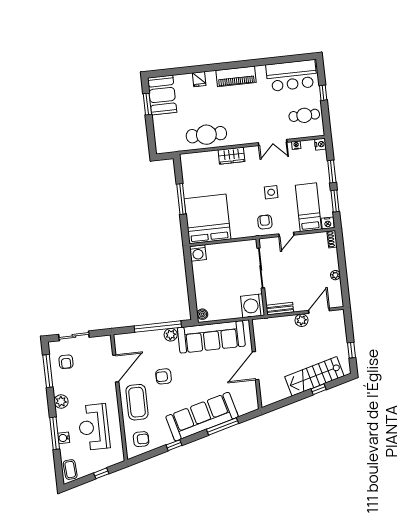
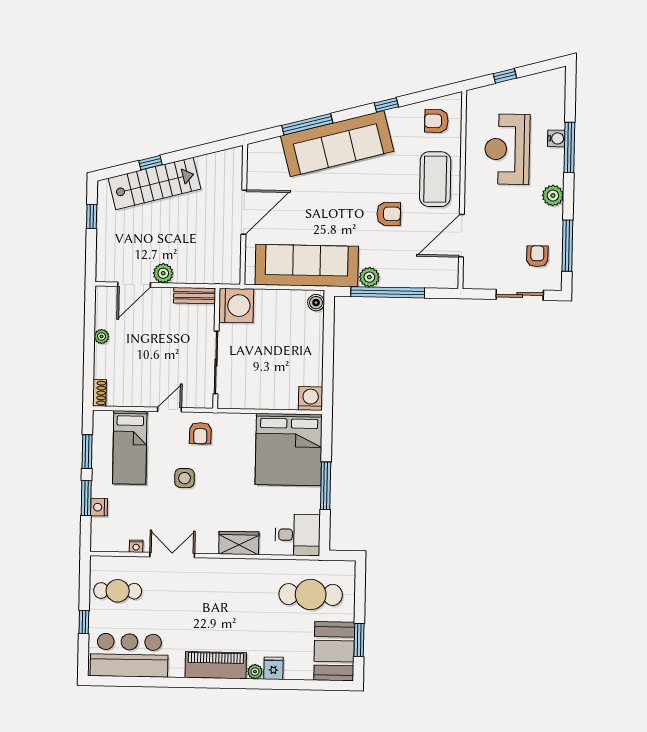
plant: (211, 75) -> (255, 672), added
cafe table: (206, 135) -> (311, 595), moved
nightstand: (320, 144) -> (99, 507), moved
desk: (195, 166) -> (298, 535), added
nightstand: (328, 223) -> (103, 419), removed
reception desk: (94, 427) -> (507, 149), turned 180
coffee table: (70, 470) -> (553, 88), removed

